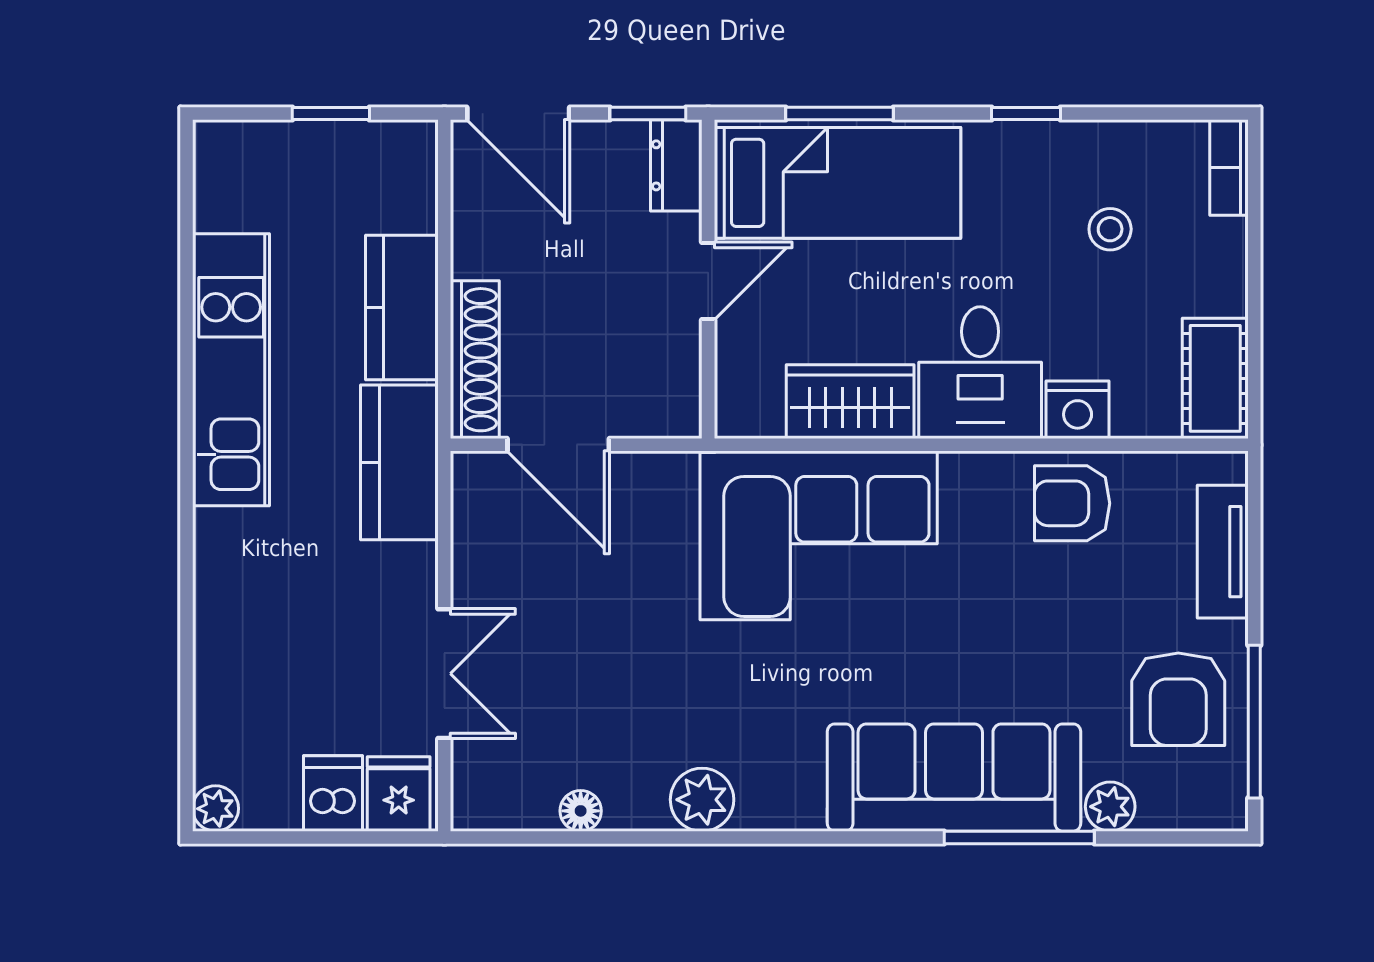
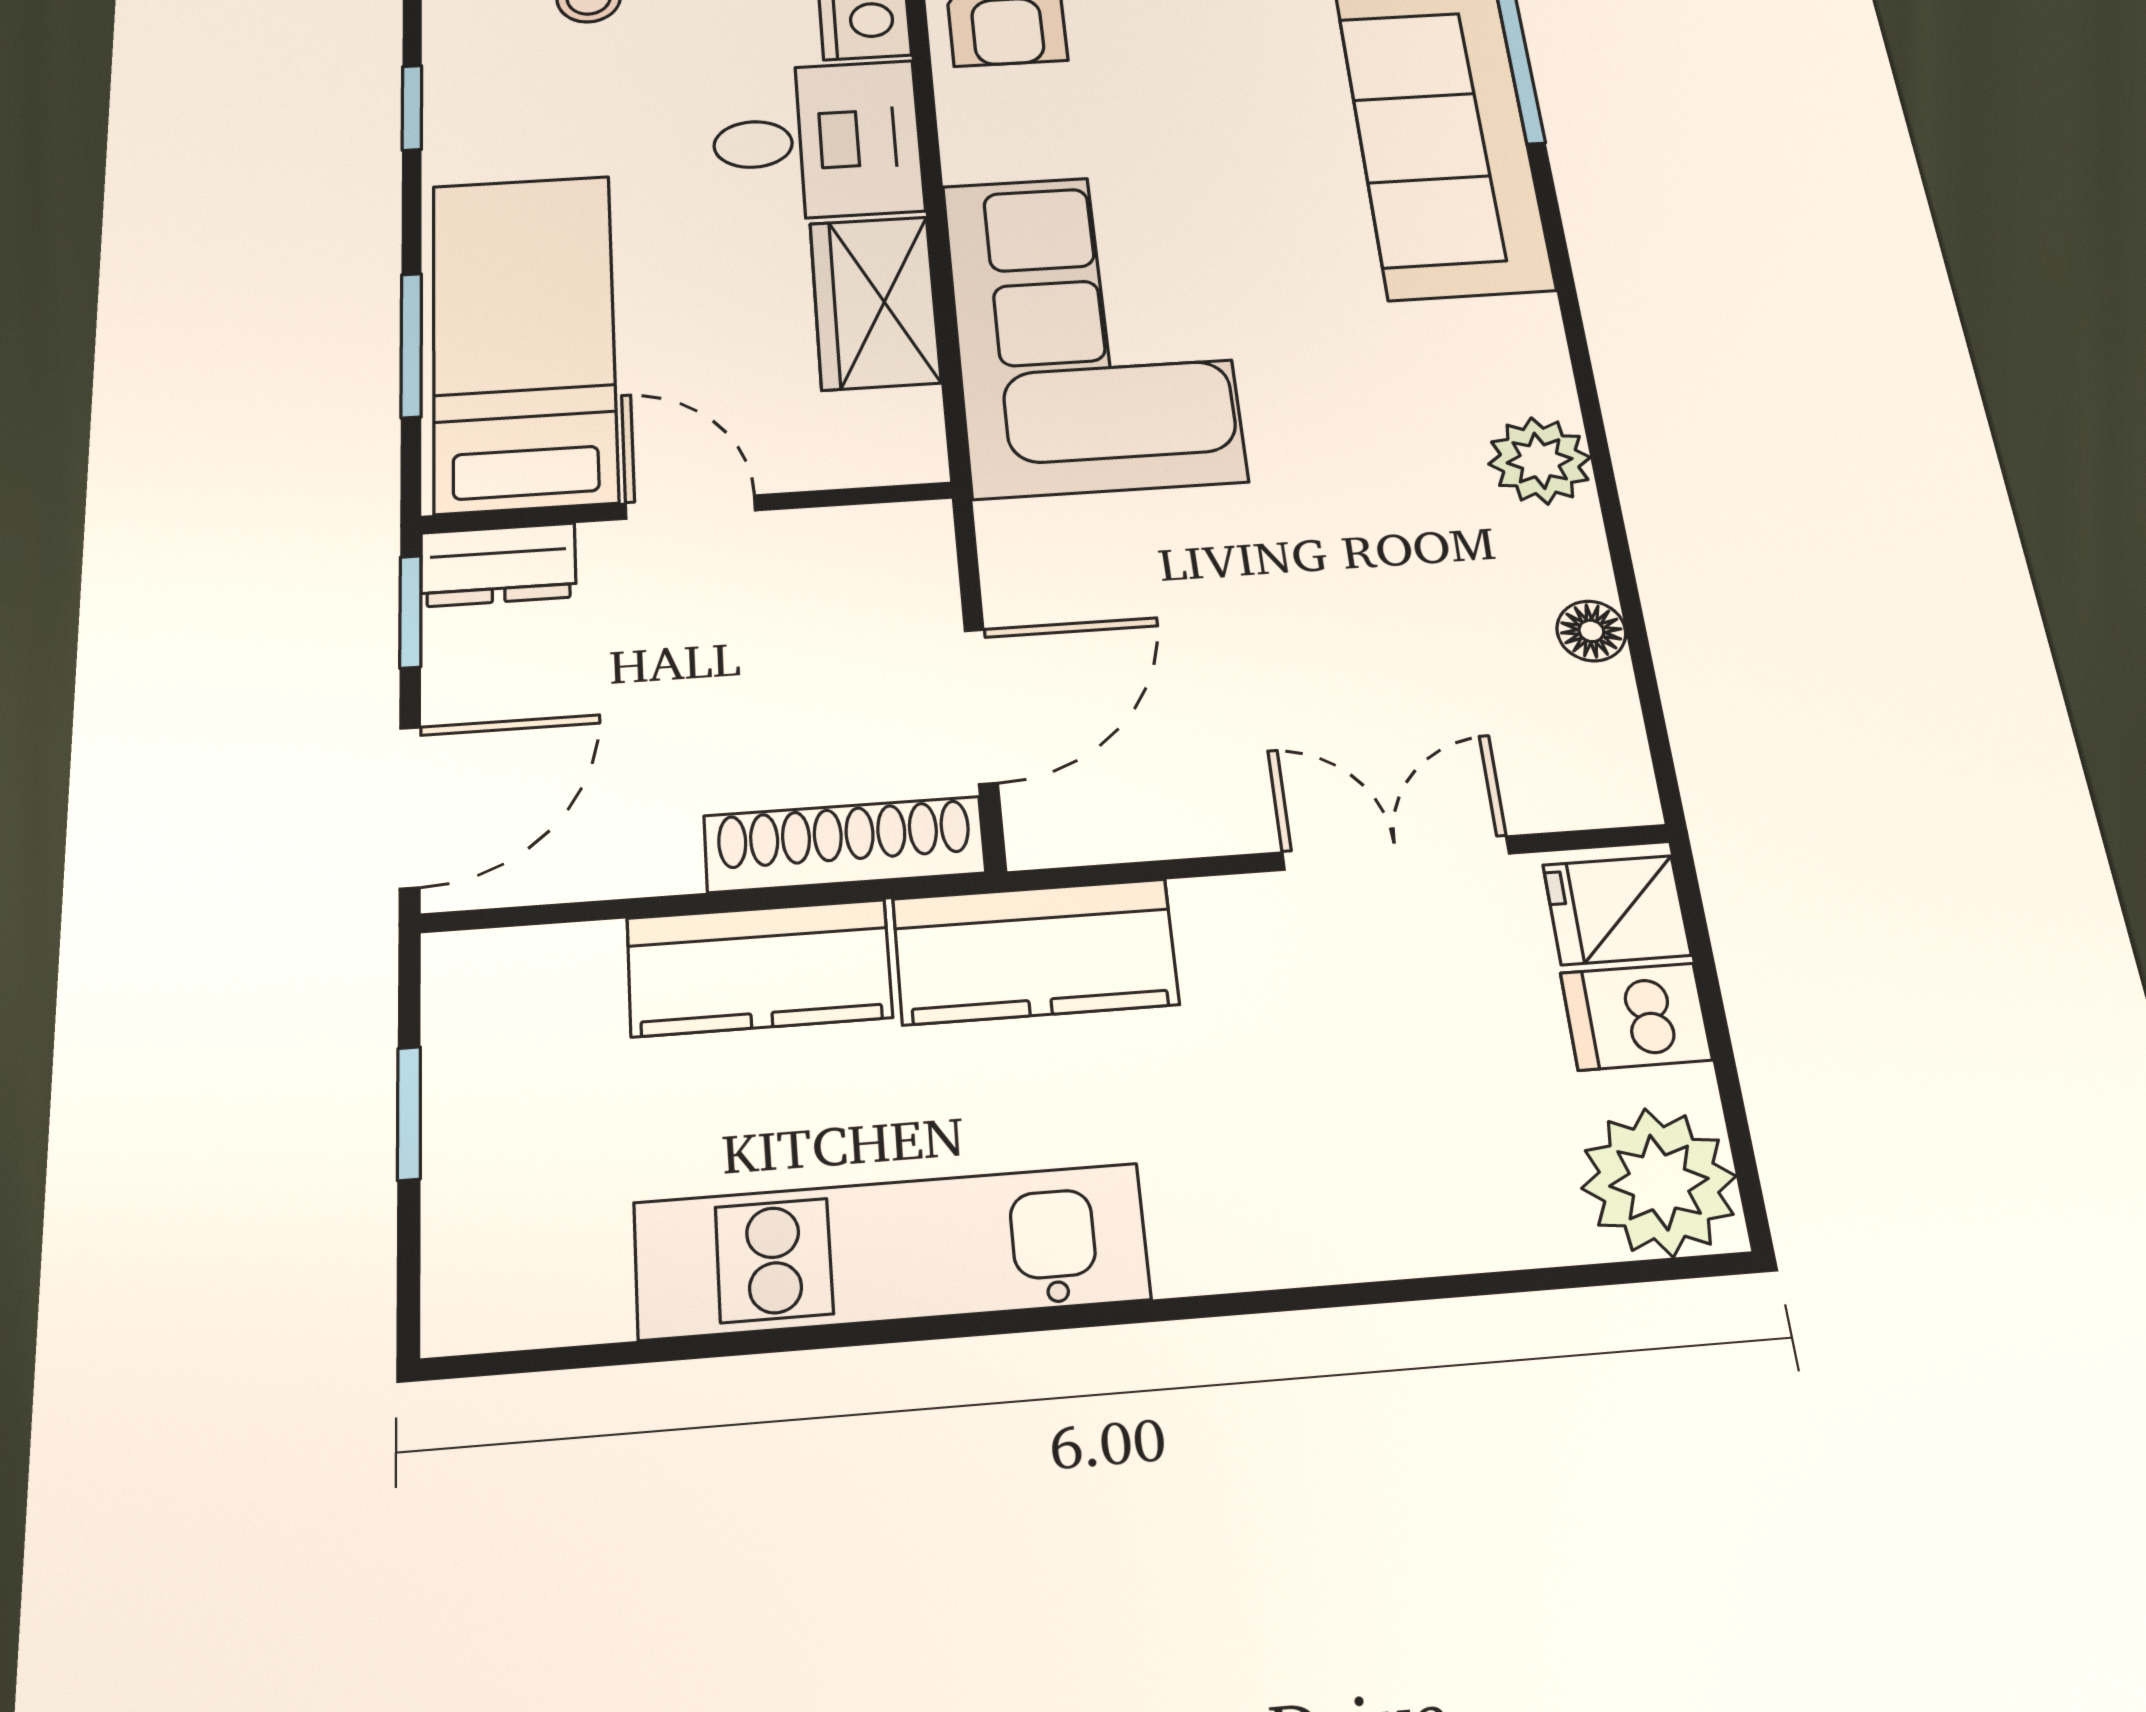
plant: (216, 809) -> (1659, 1182), width x1.88, depth x1.88

